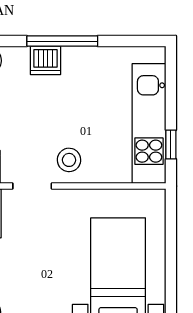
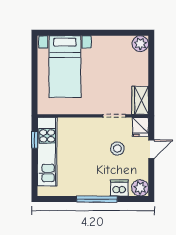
dishwasher: (46, 60) -> (119, 188), moved
stool: (69, 160) -> (117, 149), moved

